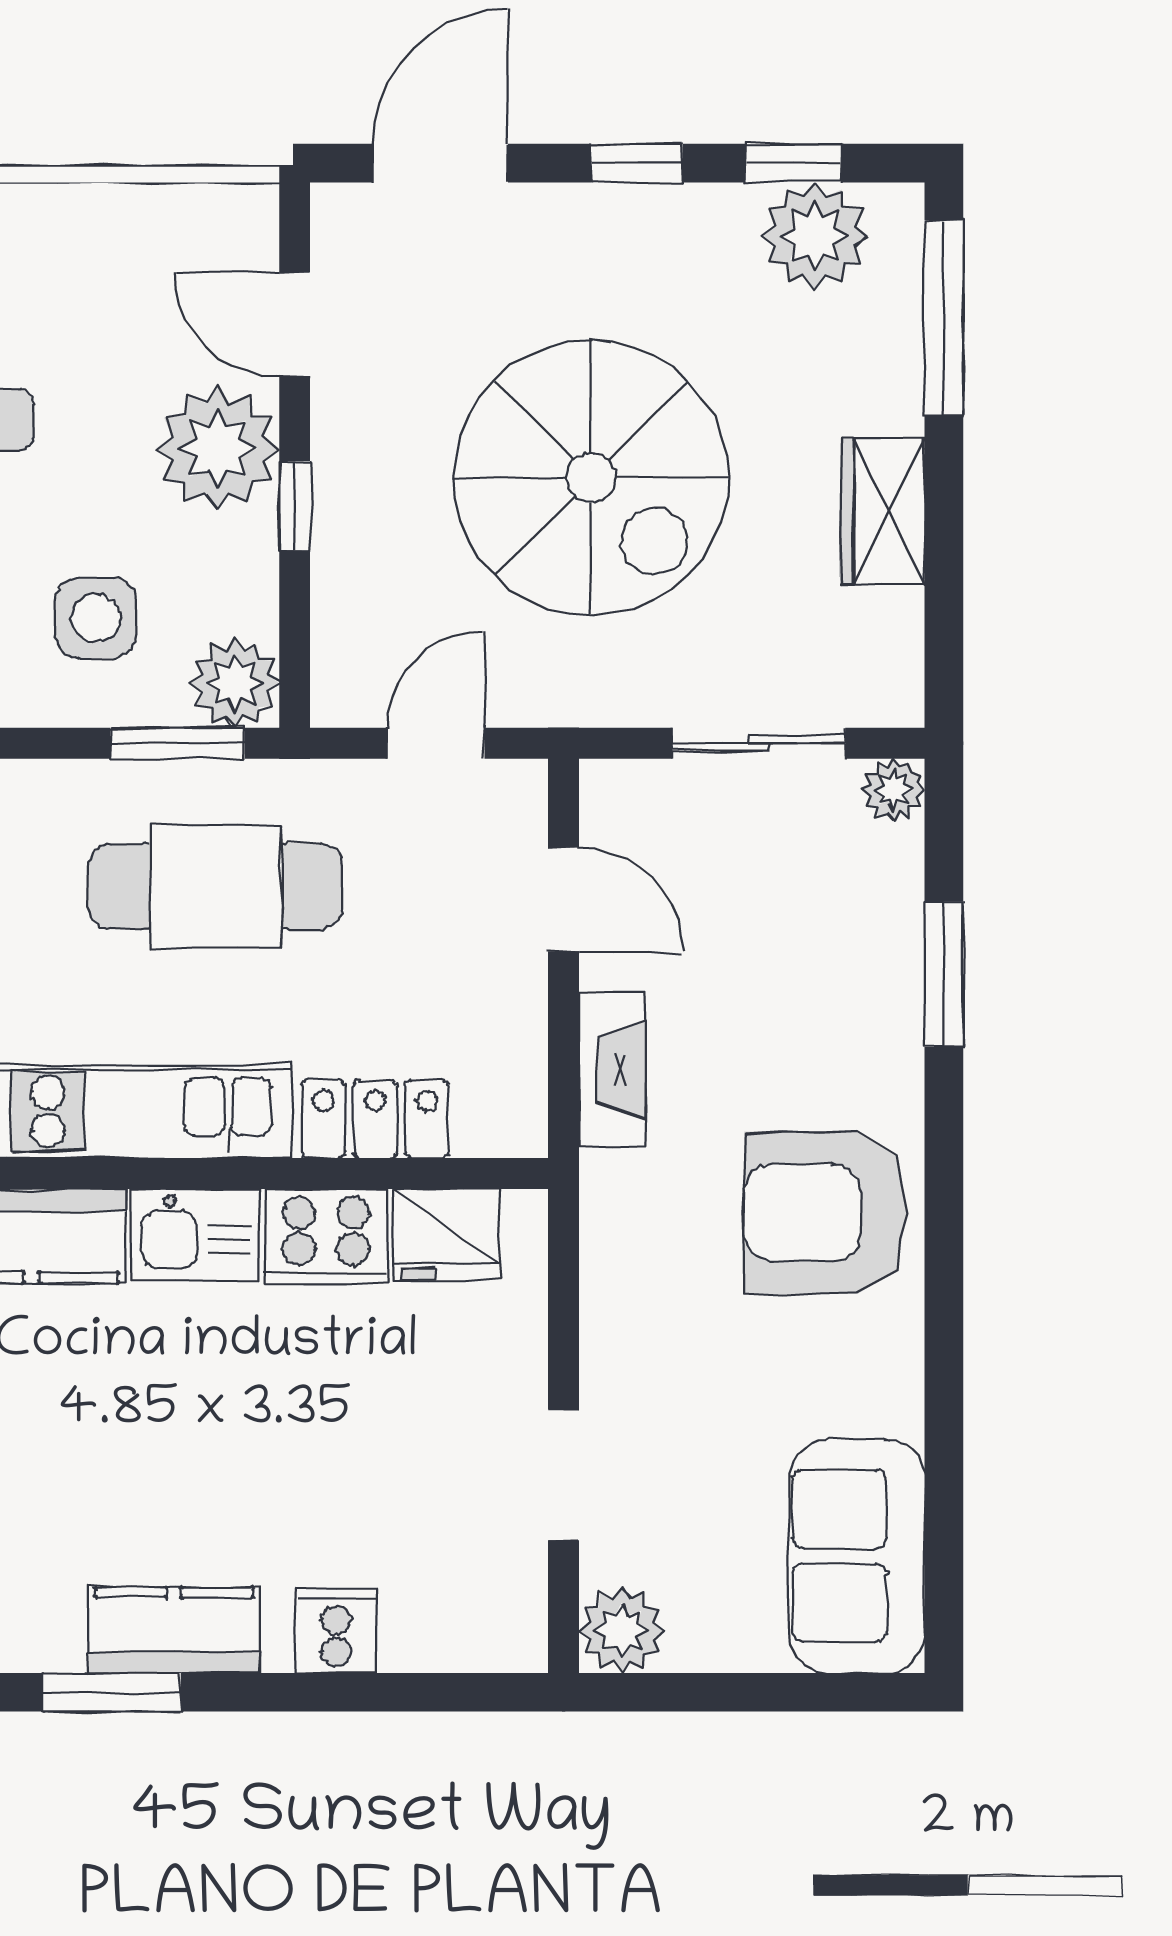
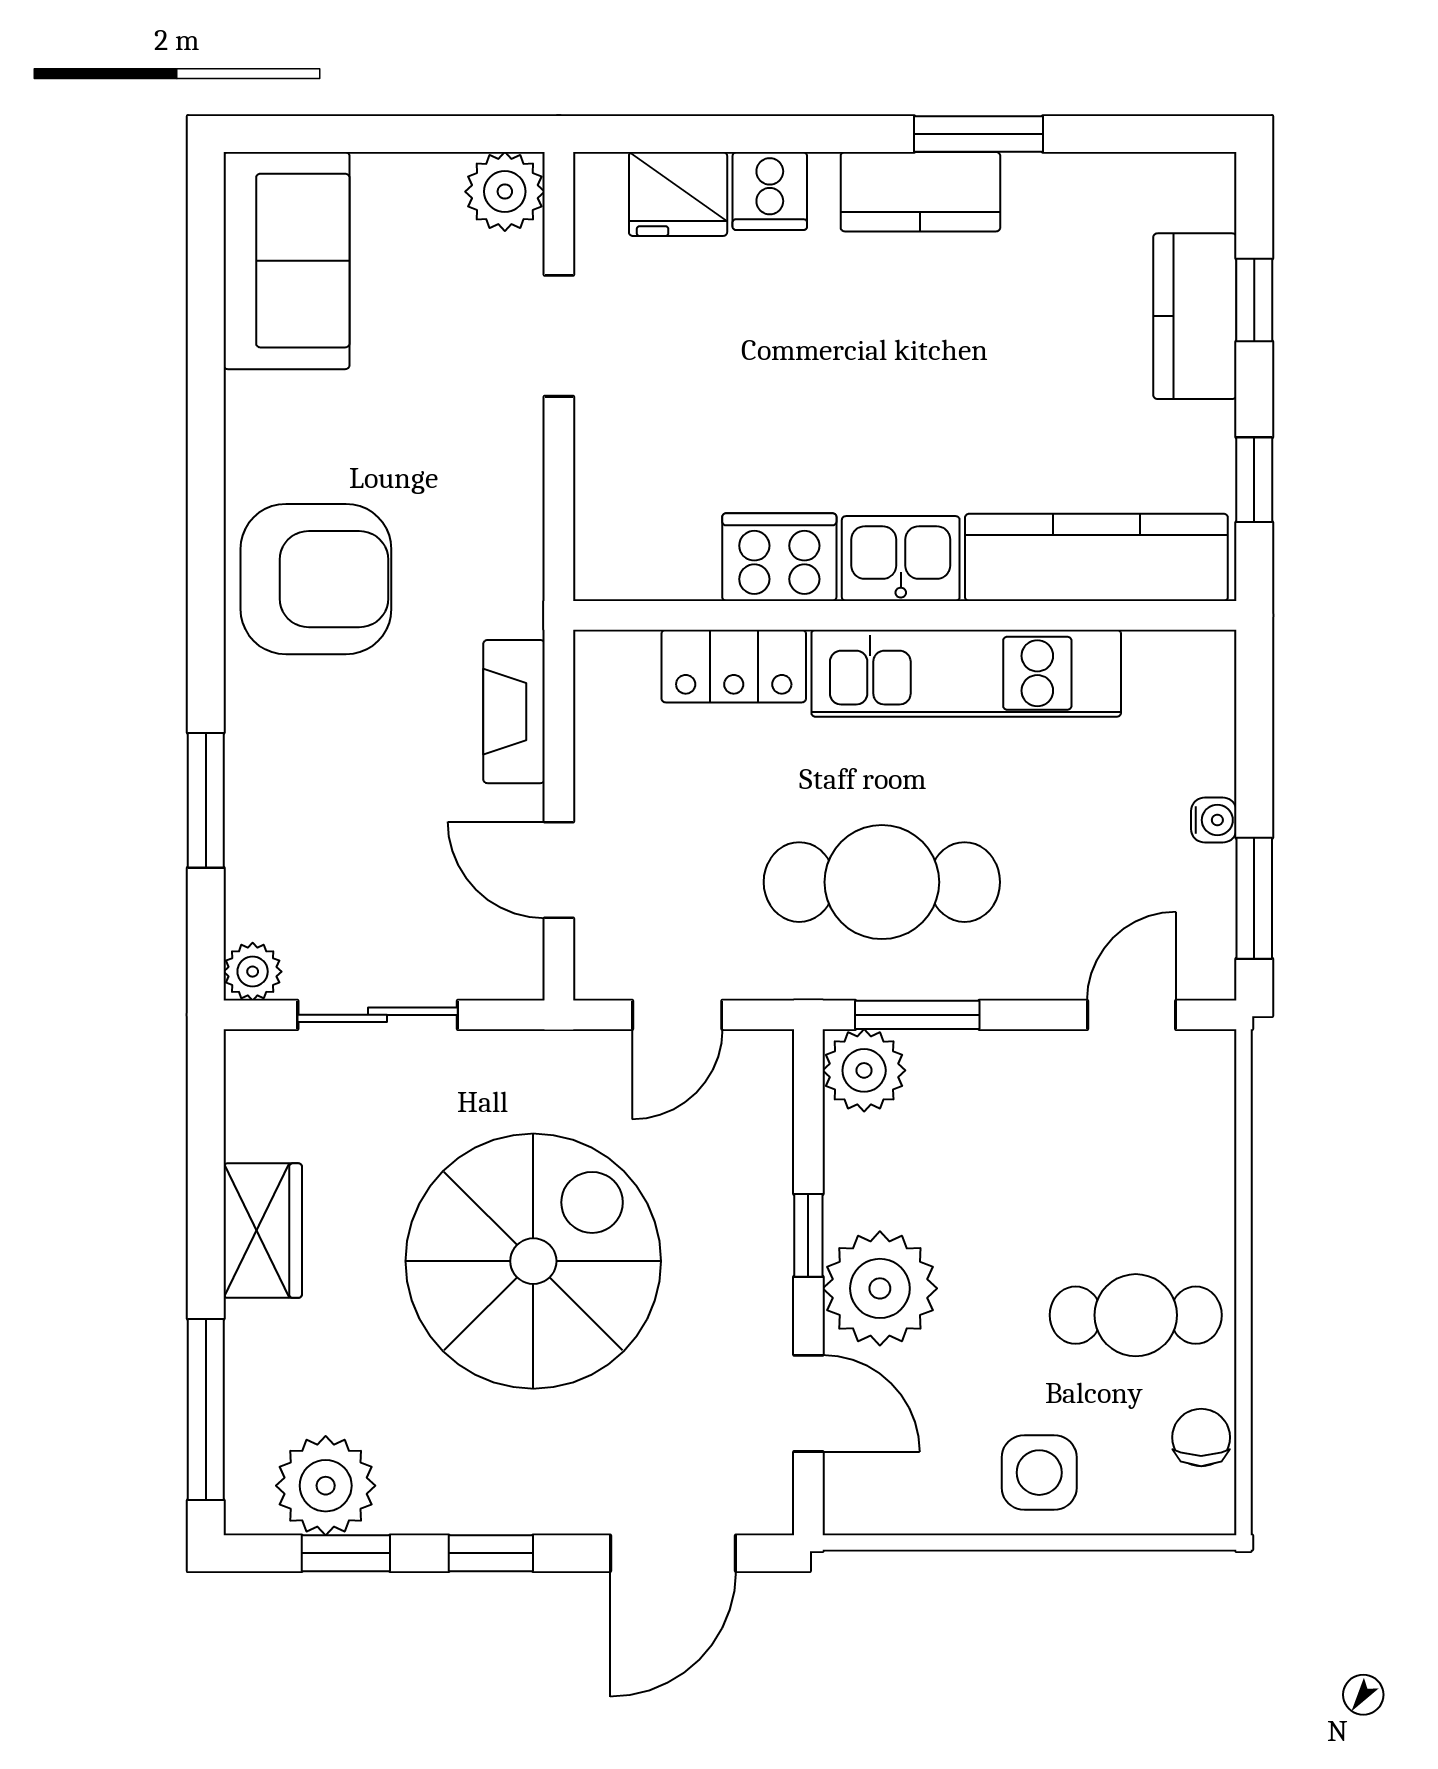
spiral stairs: (591, 478) -> (533, 1261), turned 90
side table: (96, 618) -> (1039, 1473), moved
fridge: (446, 1234) -> (678, 194), moved, turned 180

